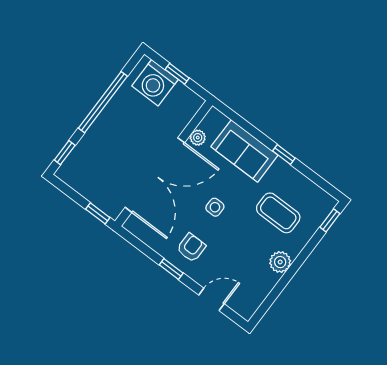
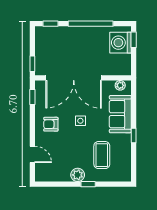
window: (177, 74) -> (134, 40), moved
plant: (198, 138) -> (120, 85), moved
window: (330, 220) -> (88, 184), moved
armchair: (191, 248) -> (51, 124), turned 180
window: (171, 269) -> (32, 97), moved

